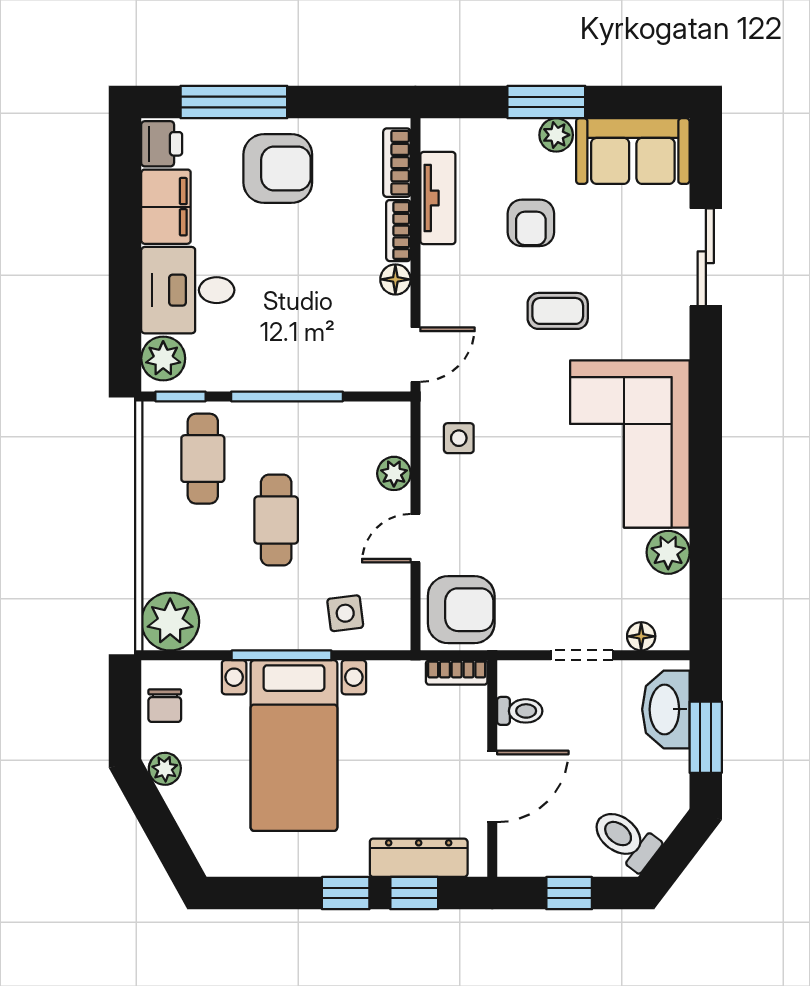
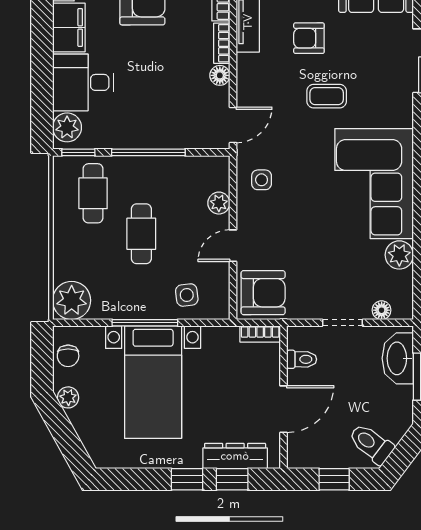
armchair: (531, 223) -> (309, 38), turned 90

